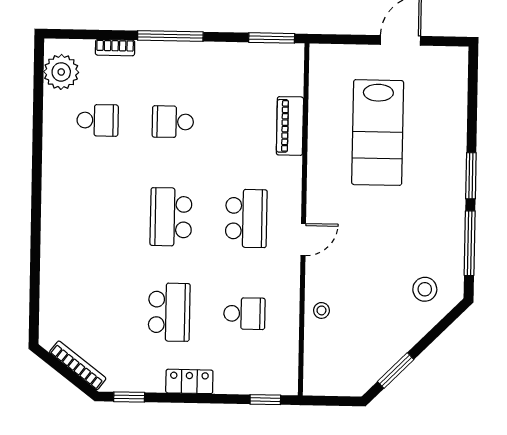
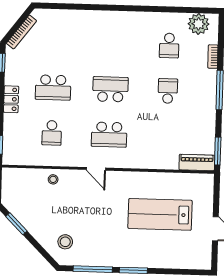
piano: (290, 126) -> (197, 162), moved

